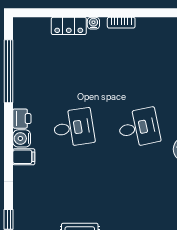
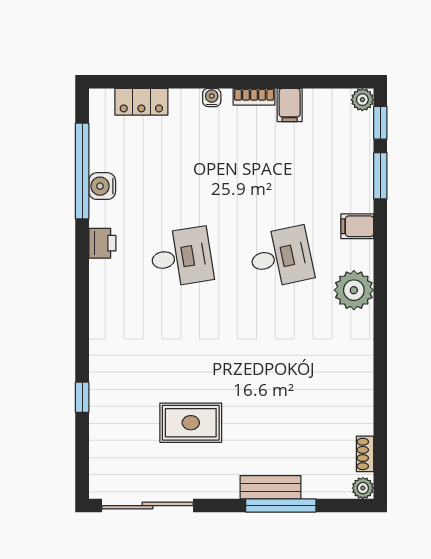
locker: (69, 26) -> (141, 102), moved
water cooler: (22, 138) -> (102, 186), moved
filing cabinet: (24, 157) -> (290, 105), moved, turned 90

